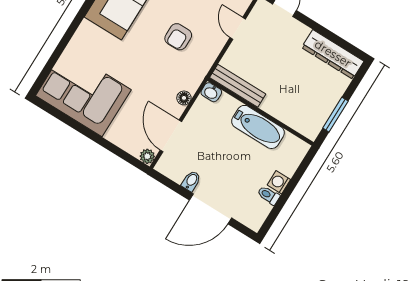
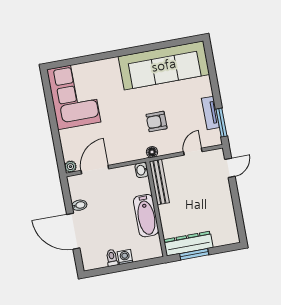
dresser: (333, 54) -> (188, 244), moved, turned 90
floor lamp: (184, 98) -> (152, 152), moved

